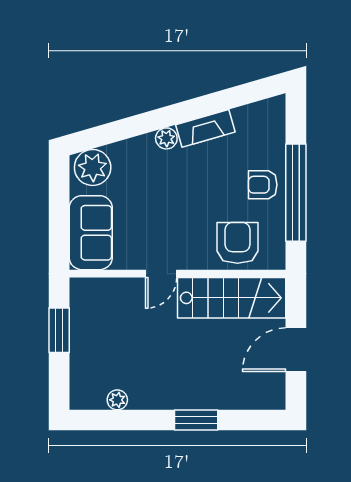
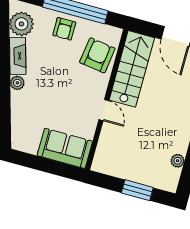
plant: (93, 167) -> (21, 24), moved
armchair: (237, 243) -> (97, 55), turned 98
window: (59, 330) -> (137, 190), moved

